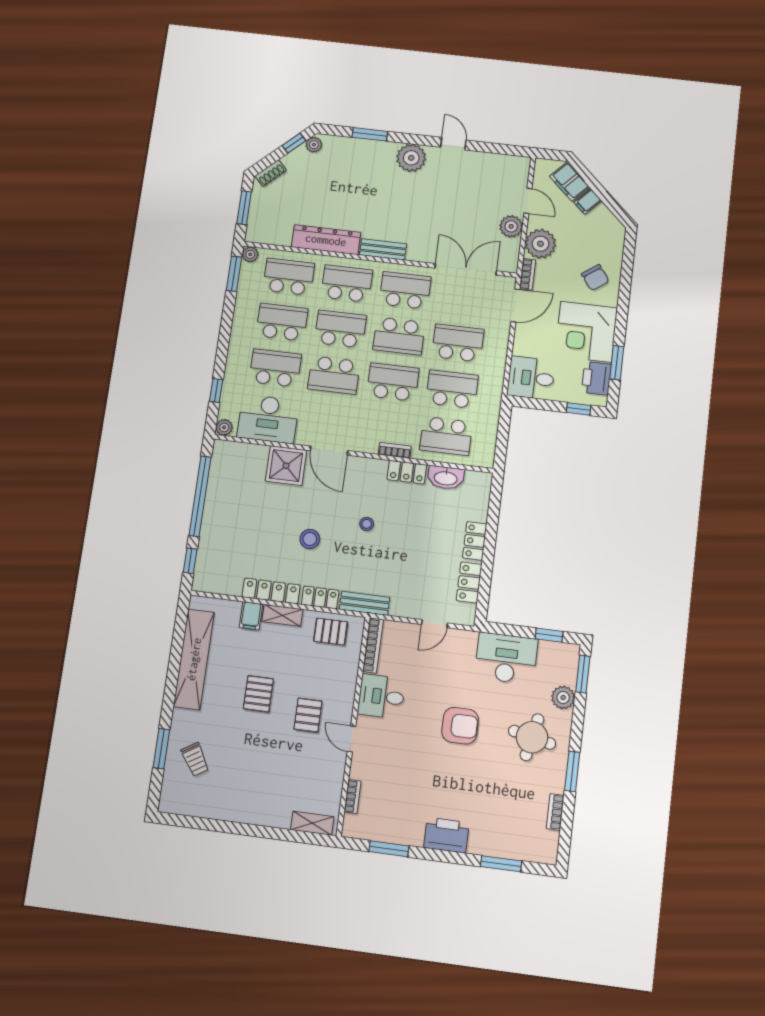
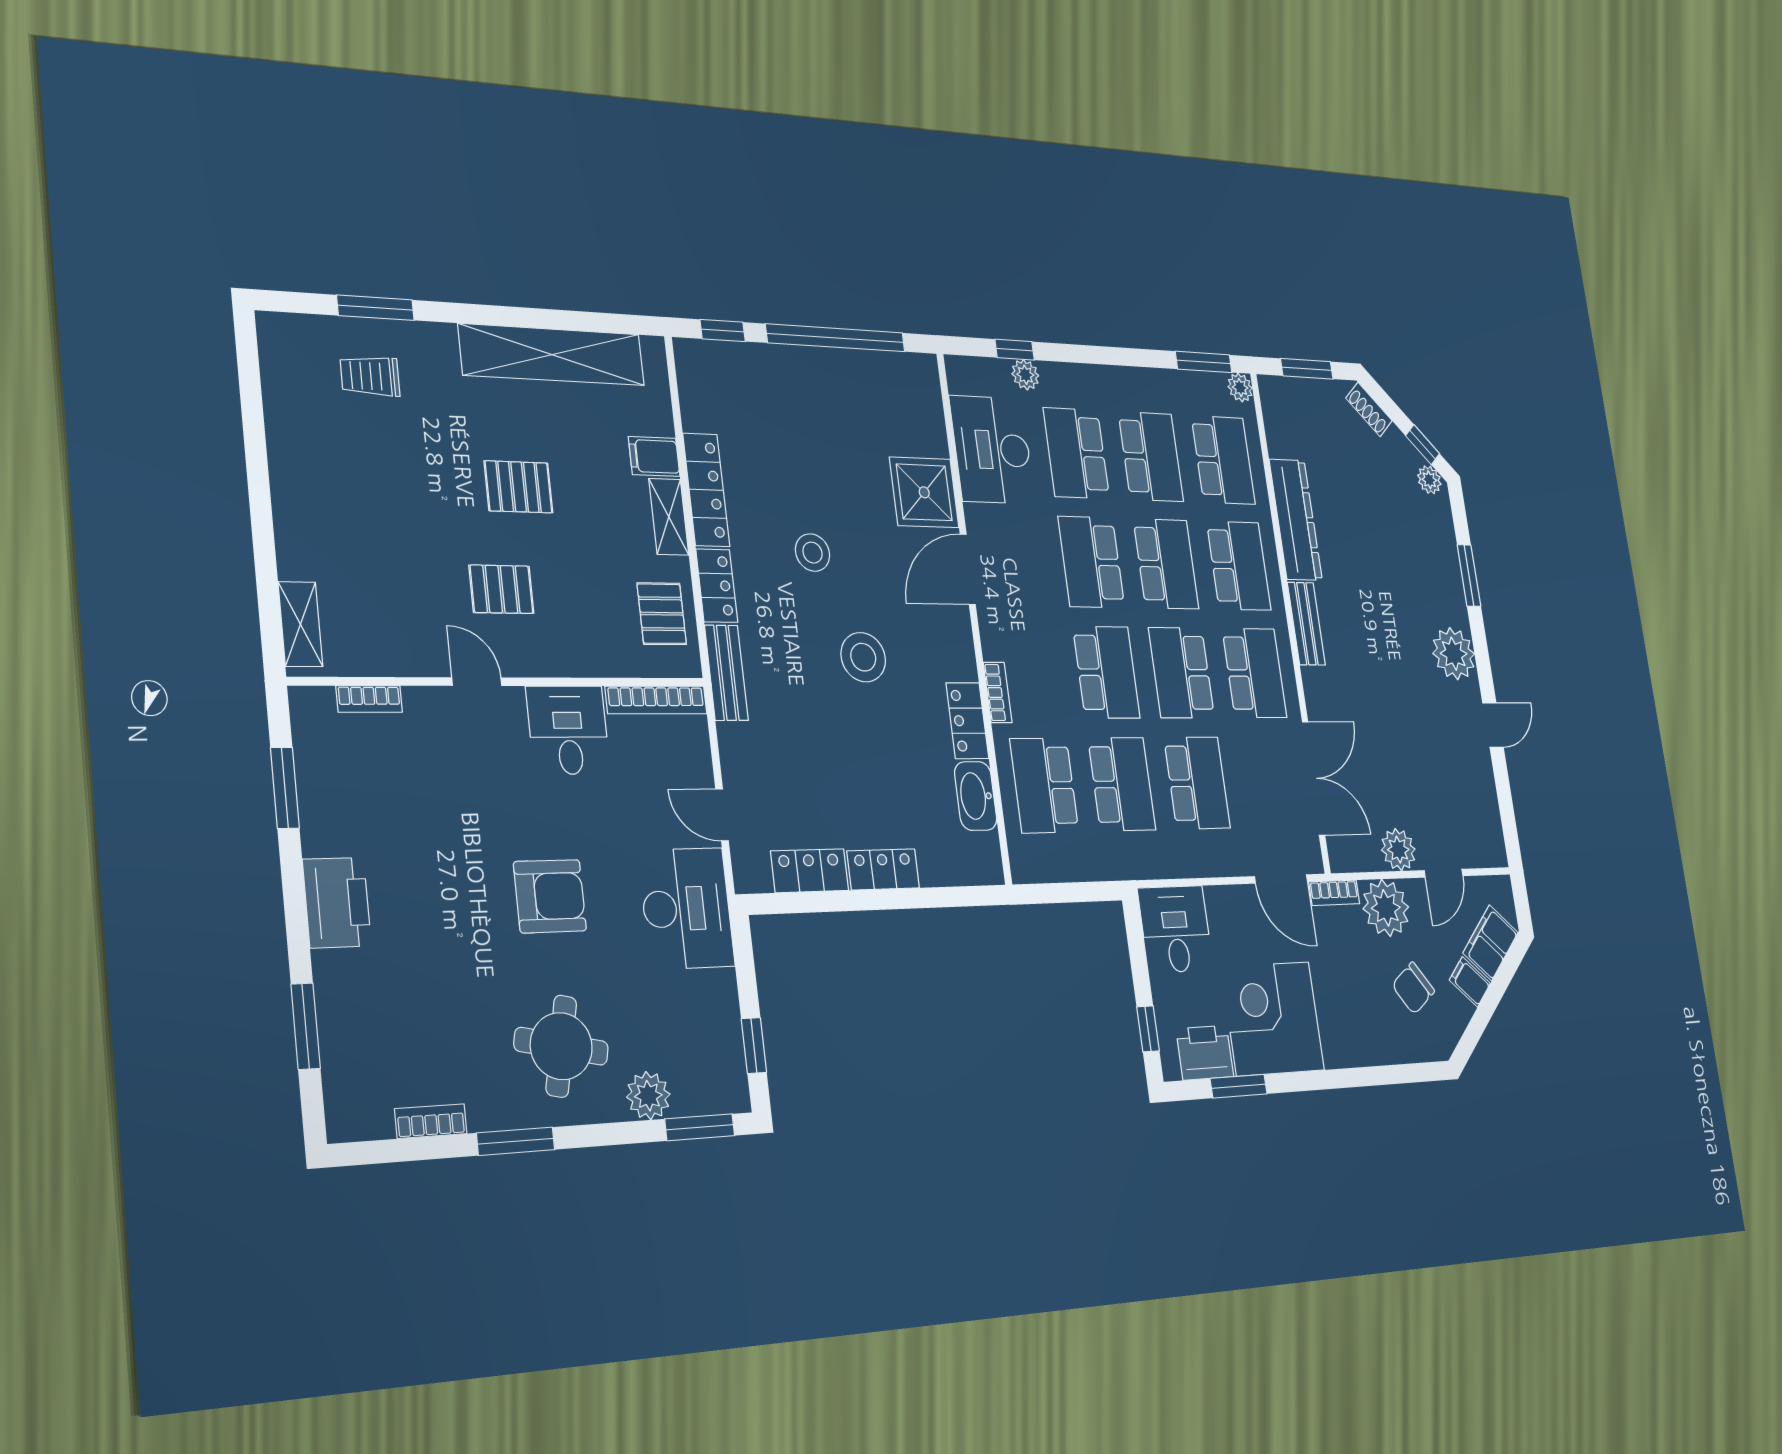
chair: (595, 278) -> (1413, 988), moved
school desk: (275, 368) -> (1076, 453), turned 180
plant: (224, 427) -> (1025, 375), moved
stool: (367, 524) -> (863, 657), width x1.89, depth x1.89
desk: (506, 658) -> (686, 908), moved
armchair: (460, 726) -> (550, 896), turned -90
door: (351, 739) -> (477, 682), hinge flipped
trolley: (195, 759) -> (370, 376), turned 32

